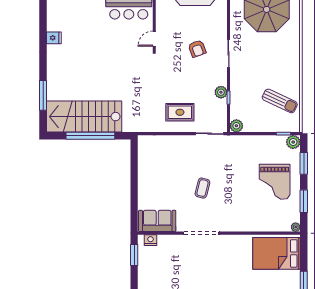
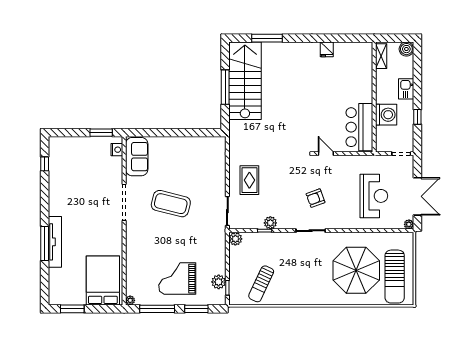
window: (90, 136) -> (225, 87), width x0.68
plant: (293, 142) -> (219, 282), moved
coffee table: (202, 188) -> (171, 204), width x1.86, depth x1.72
window: (304, 201) -> (157, 309), width x1.44

